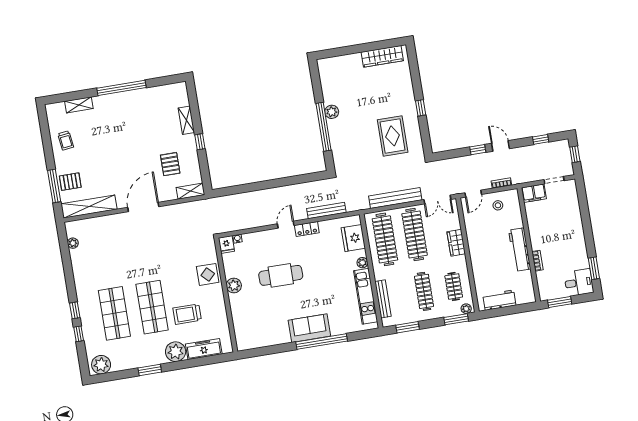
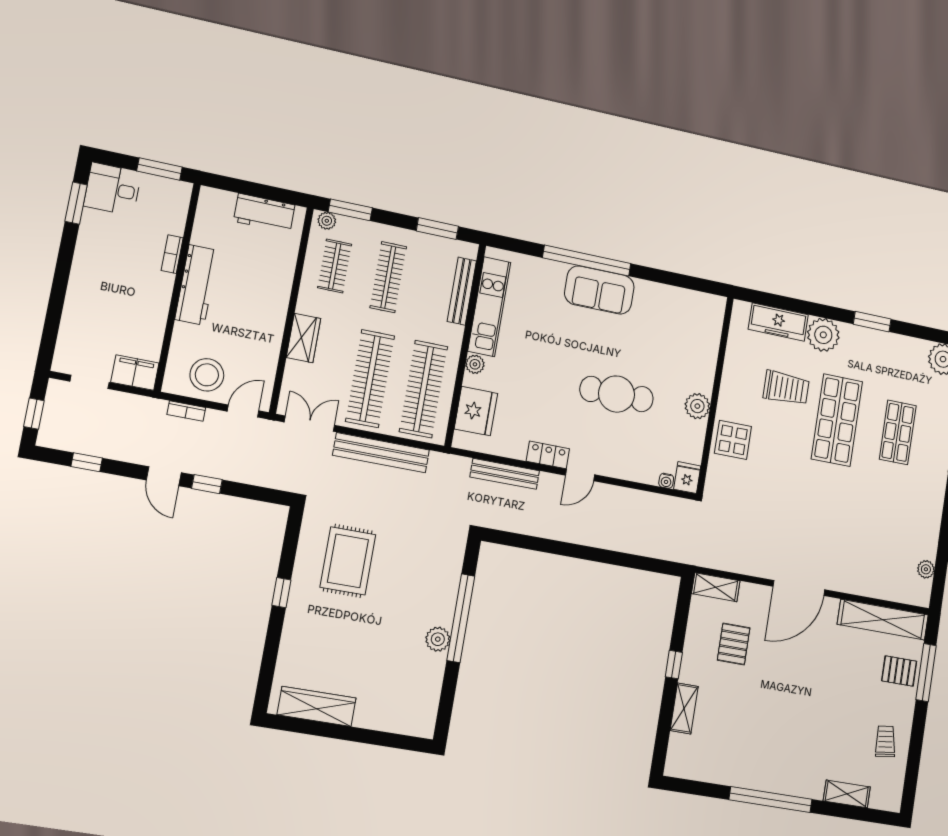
stool: (498, 205) -> (207, 375), width x1.89, depth x1.89
shop shelf: (114, 313) -> (898, 432), width x0.70, depth x0.74

